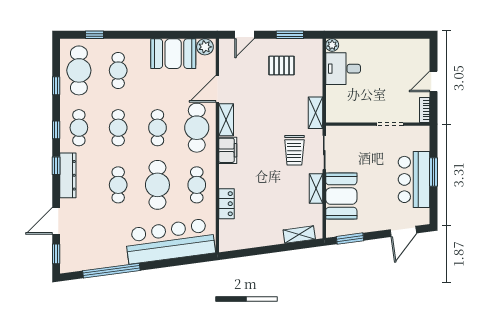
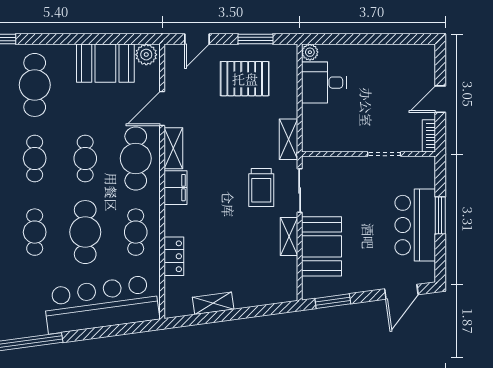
pallet: (281, 66) -> (245, 79), width x1.50, depth x1.42
cafe table: (118, 70) -> (35, 85), width x1.37, depth x1.35
shelving: (299, 235) -> (213, 303), moved

